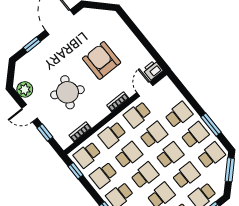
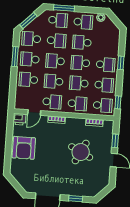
armchair: (102, 60) -> (24, 148), moved
plant: (25, 89) -> (104, 176), removed
school desk: (186, 175) -> (57, 41), turned 180

